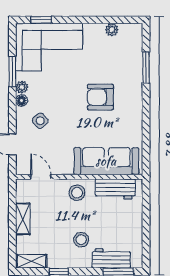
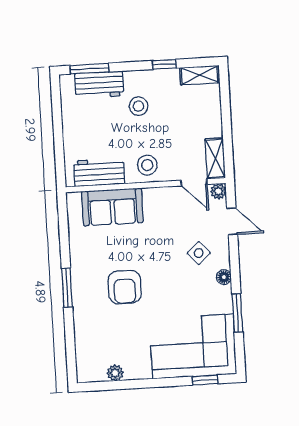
window: (146, 68) -> (67, 288), moved
plant: (22, 87) -> (218, 191), moved
armchair: (100, 97) -> (125, 287), turned 90
sofa: (106, 161) -> (112, 207), width x0.73
shelving: (23, 219) -> (215, 158), moved

